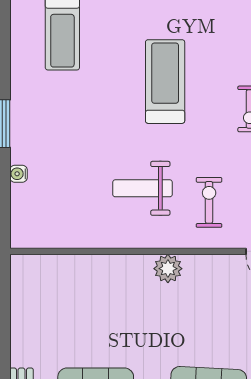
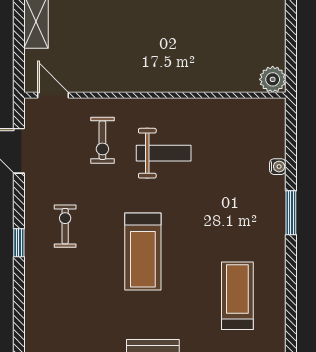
plant: (168, 269) -> (273, 79), moved

